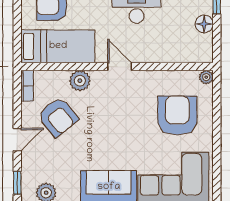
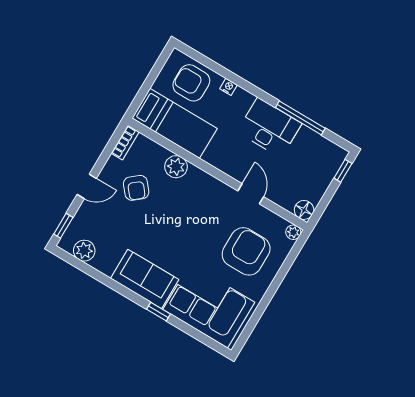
floor lamp: (204, 24) -> (304, 210), moved
door: (120, 67) -> (251, 194), moved
armchair: (58, 117) -> (136, 188), width x0.72, depth x0.72

